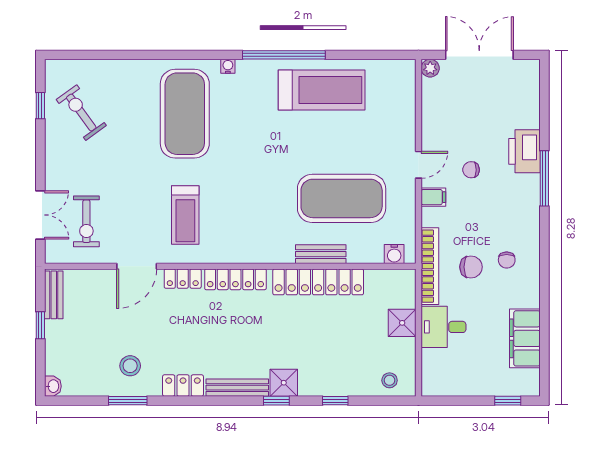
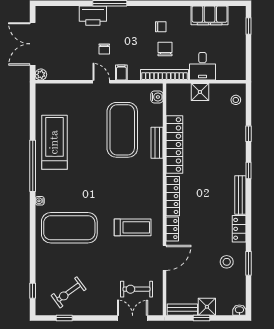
window: (84, 55) -> (33, 291), added
exercise bike: (86, 221) -> (136, 289), turned 180
door: (137, 266) -> (165, 258), hinge flipped
shower: (284, 383) -> (207, 307), moved

